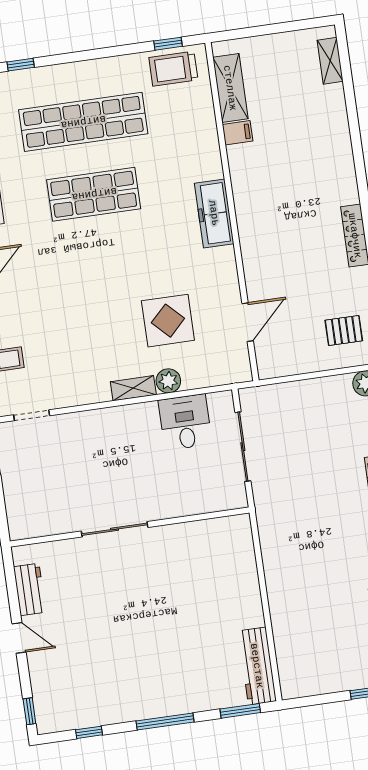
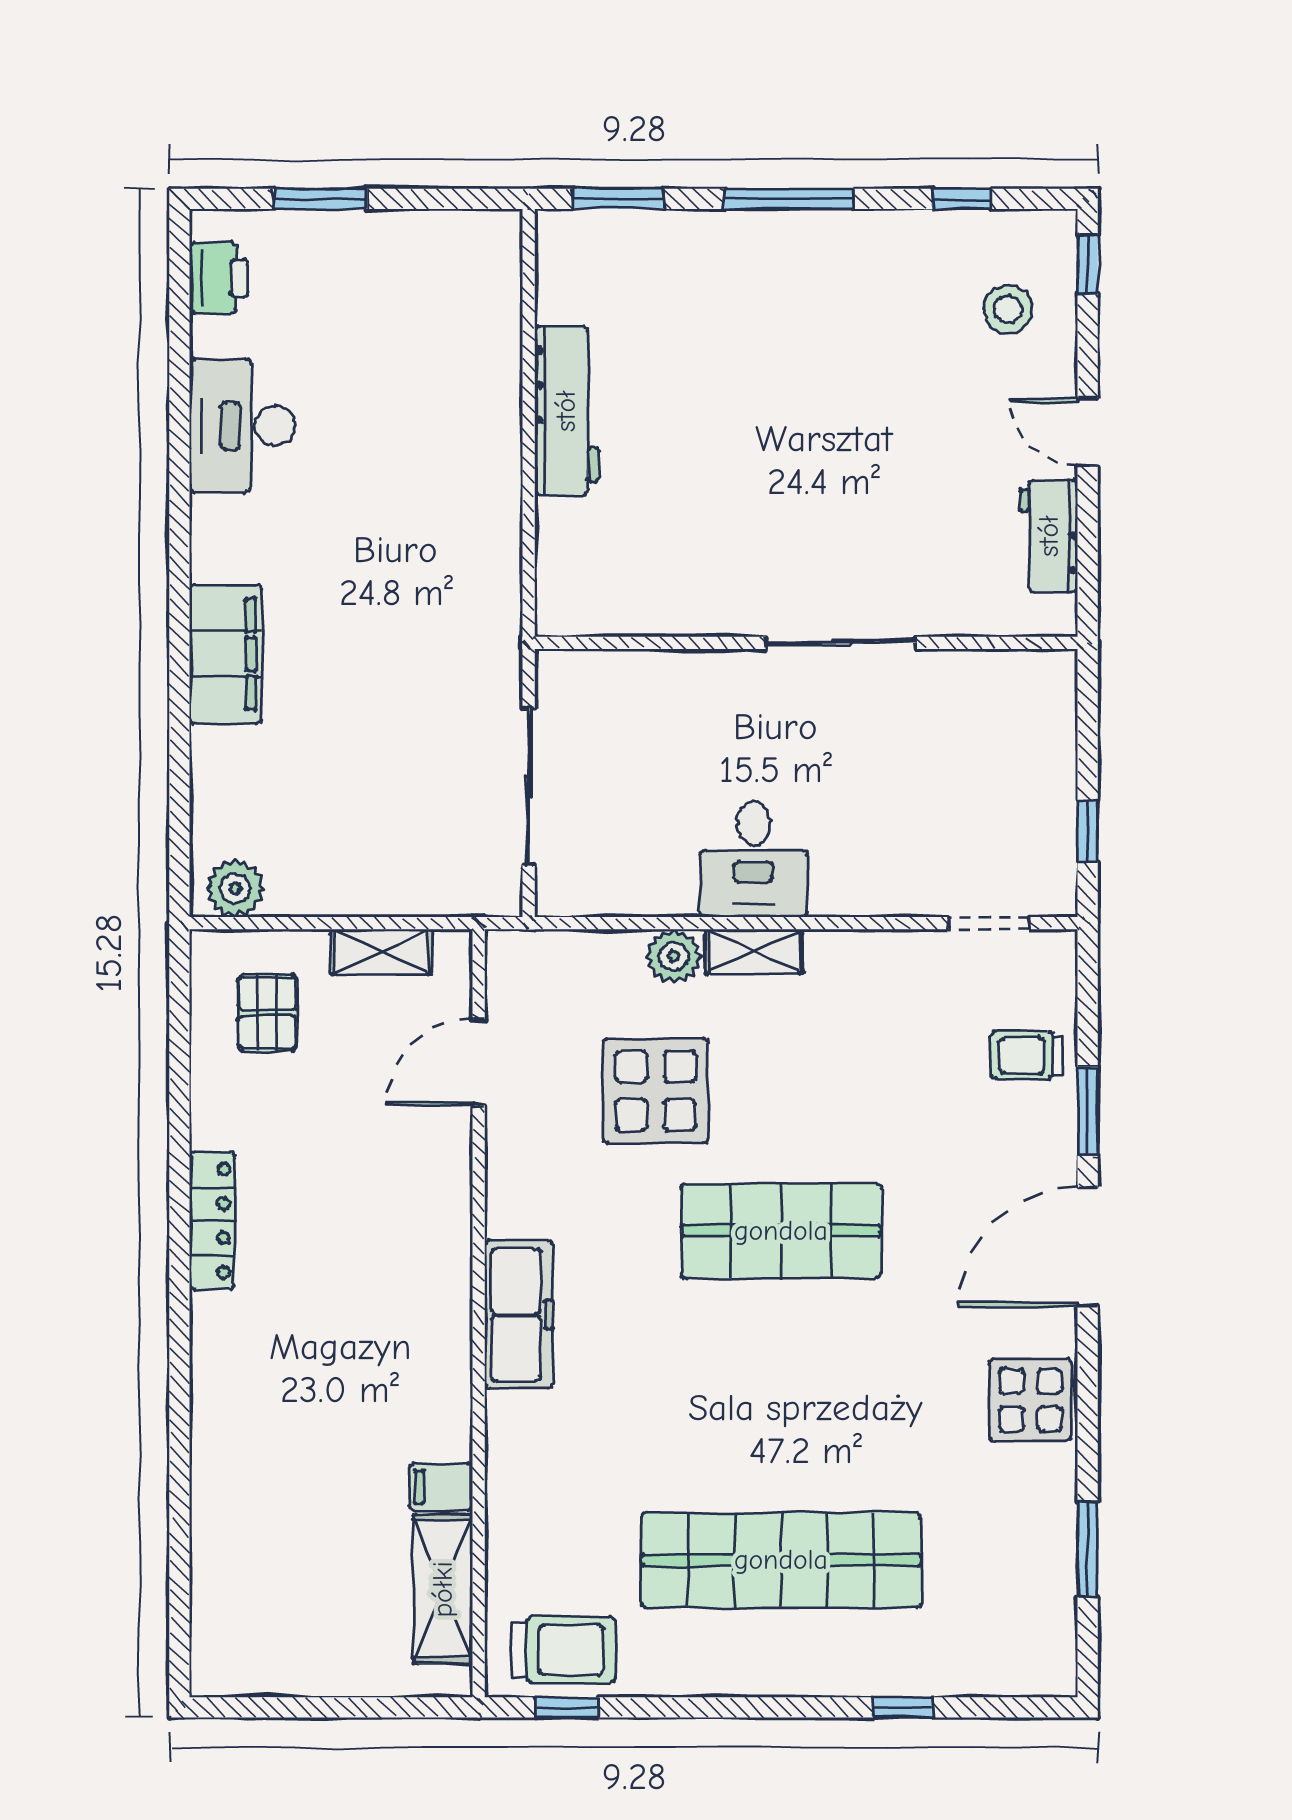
shelving: (330, 61) -> (381, 952), moved, turned 90
shop shelf: (94, 194) -> (781, 1231), moved
pallet: (344, 331) -> (267, 1013), turned 90
desk: (185, 422) -> (753, 859), moved
workbench: (257, 666) -> (566, 411), moved
stool: (62, 687) -> (1008, 309), added

